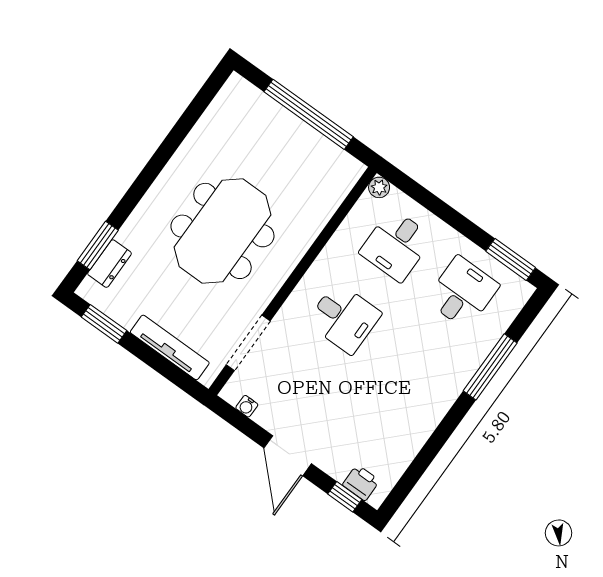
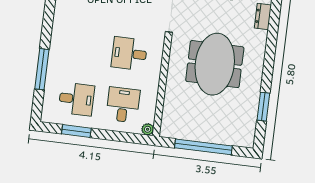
window: (98, 246) -> (263, 107), moved
window: (511, 259) -> (76, 131), moved
desk: (462, 293) -> (76, 99), turned -90

